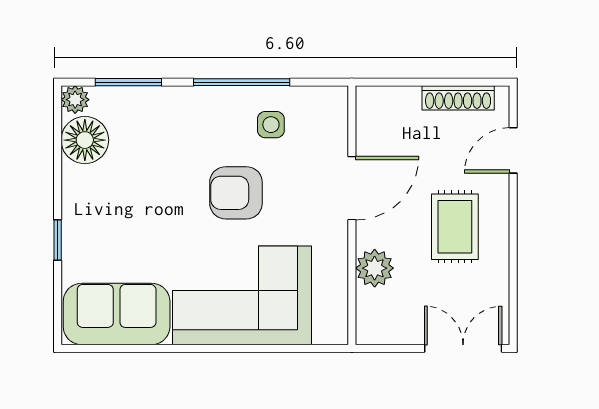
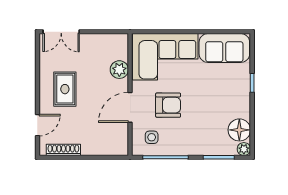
door: (352, 188) -> (130, 107), moved
wall: (352, 215) -> (130, 95), moved
plant: (375, 268) -> (119, 70), moved

